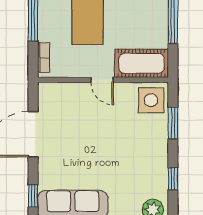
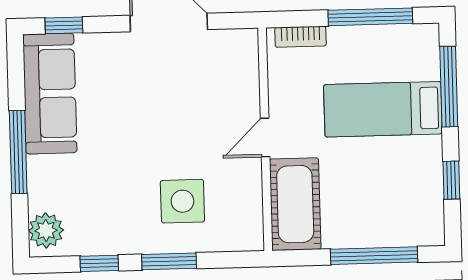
side table: (151, 100) -> (182, 201), moved
window: (173, 123) -> (169, 261), moved

